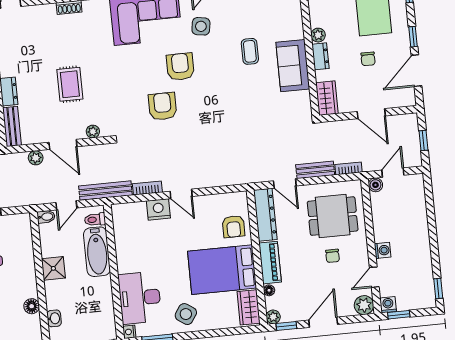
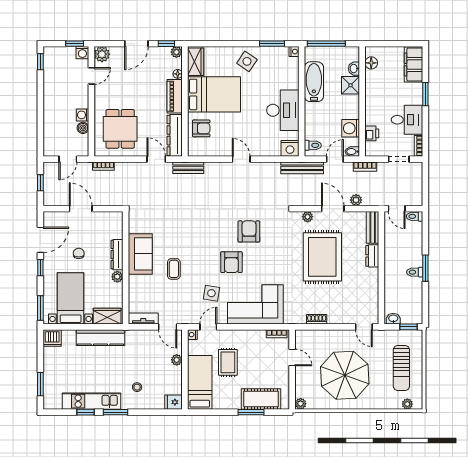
dresser: (320, 56) -> (117, 255), width x1.44
rug: (70, 84) -> (322, 257), width x1.86, depth x2.06
wardrobe: (327, 98) -> (115, 225), removed
armchair: (163, 106) -> (249, 231), turned 180
bench: (315, 170) -> (188, 168), moved
boiler: (375, 185) -> (83, 128), moved
bookcase: (147, 188) -> (365, 167), moved
nightstand: (158, 209) -> (290, 148), moved
dining table: (333, 216) -> (120, 129), turned 90
armchair: (234, 227) -> (201, 128), turned 90
printer: (24, 241) -> (372, 133), added
washing machine: (51, 245) -> (351, 128), added
washing machine: (383, 250) -> (82, 115), moved
bathtub: (97, 252) -> (314, 82), moved
chair: (333, 256) -> (123, 97), removed
shower: (53, 268) -> (351, 85), moved
desk: (140, 298) -> (283, 110), moved
floor lamp: (32, 306) -> (371, 63), moved

